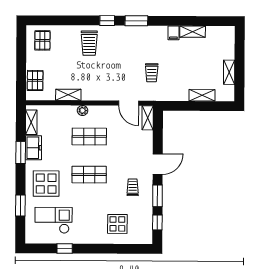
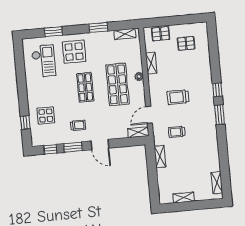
shelving: (193, 32) -> (217, 183), moved
filing cabinet: (174, 33) -> (212, 147), removed
pallet: (42, 40) -> (186, 43), moved
trolley: (89, 43) -> (178, 97), moved
shelving: (202, 95) -> (160, 156), moved
shop shelf: (89, 137) -> (118, 84), width x1.43, depth x1.36
freezer: (33, 148) -> (103, 38), removed
window: (65, 248) -> (25, 122), moved

